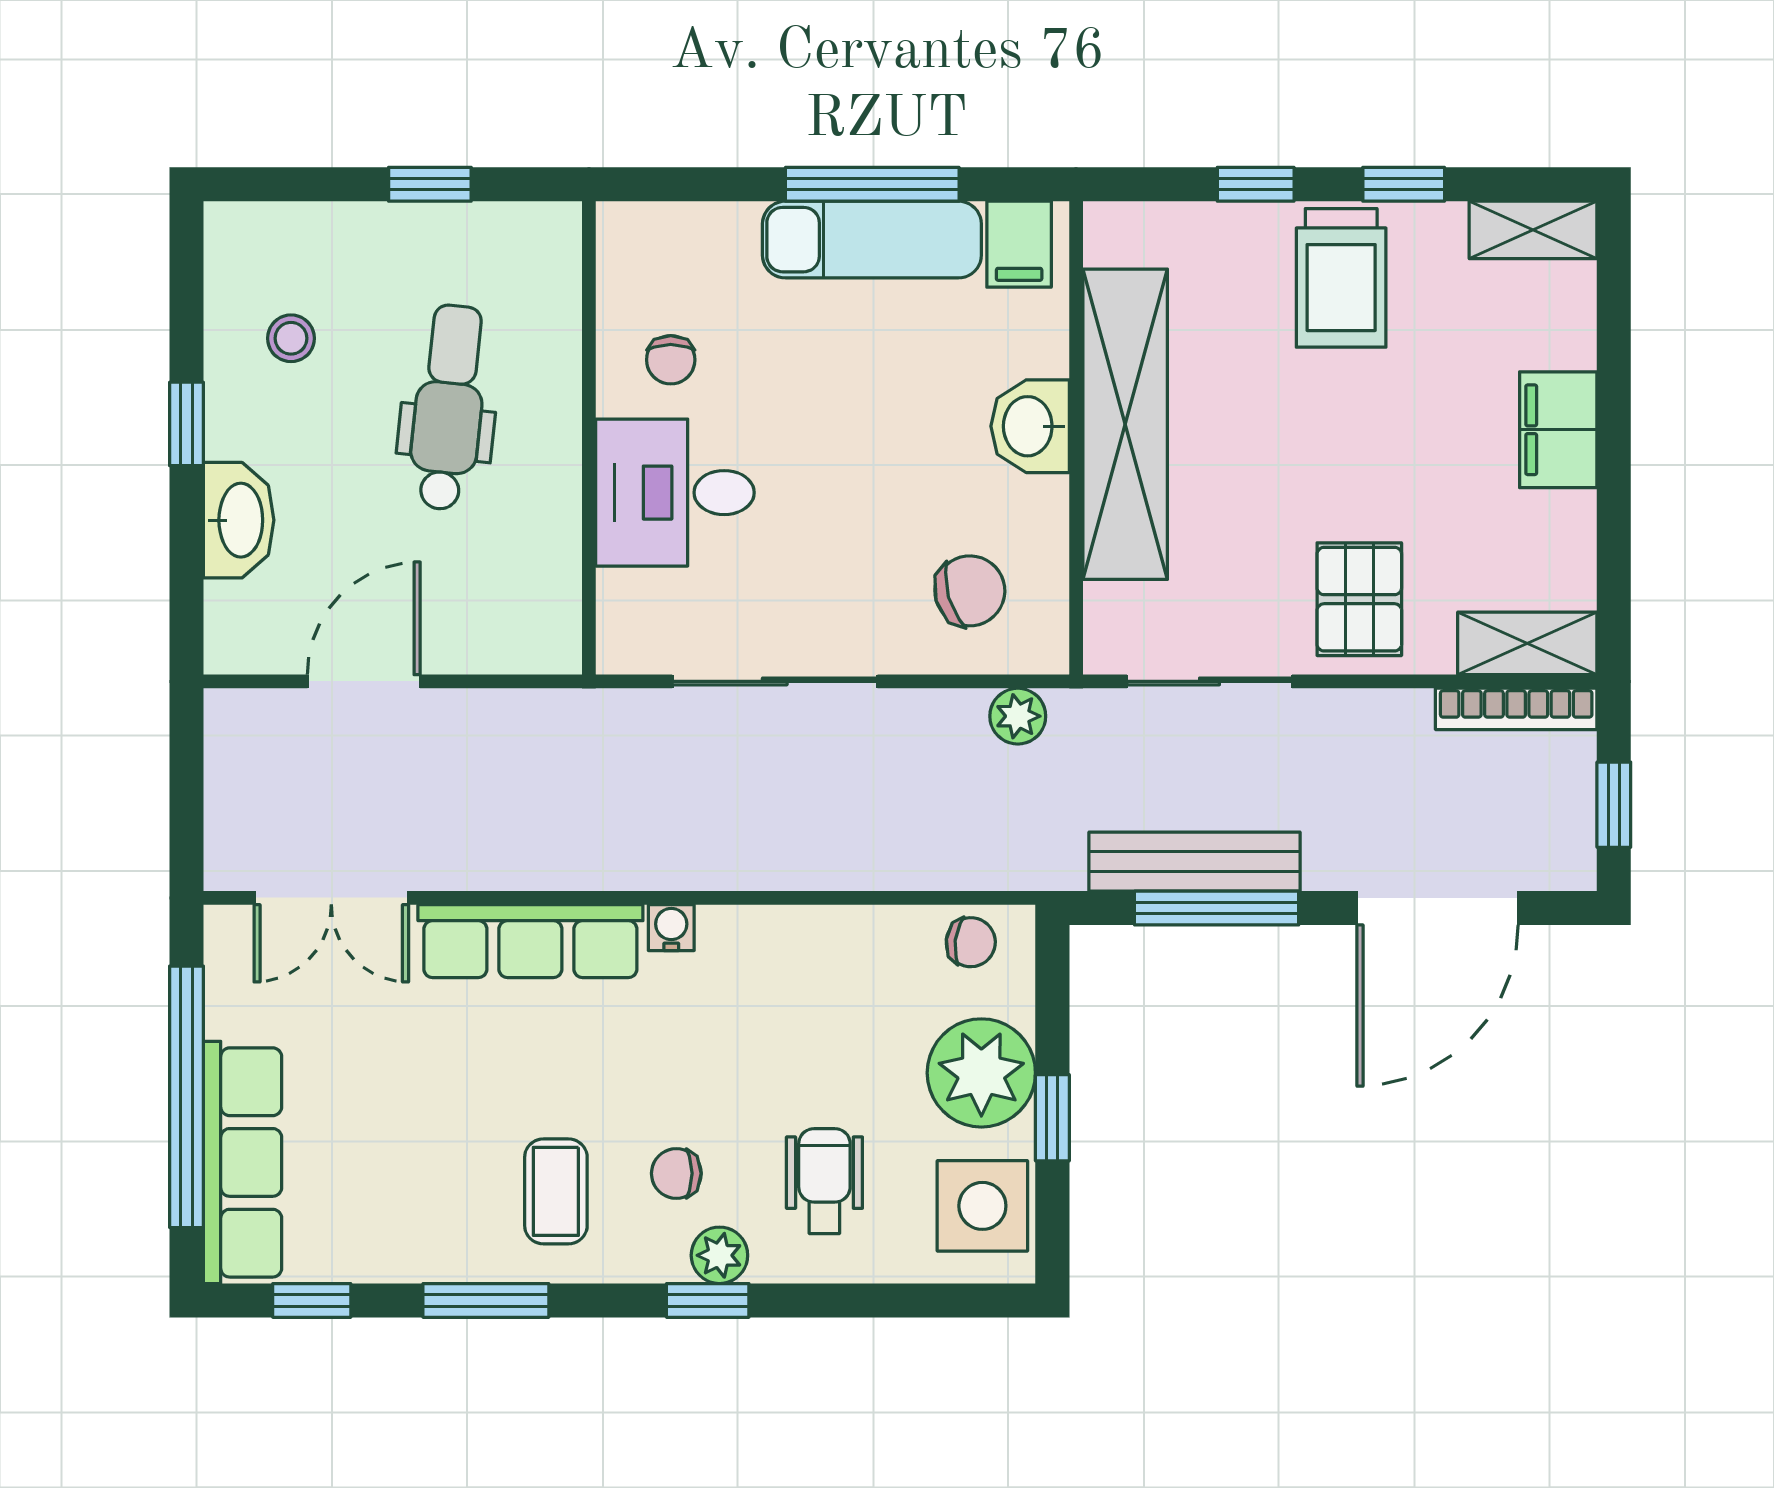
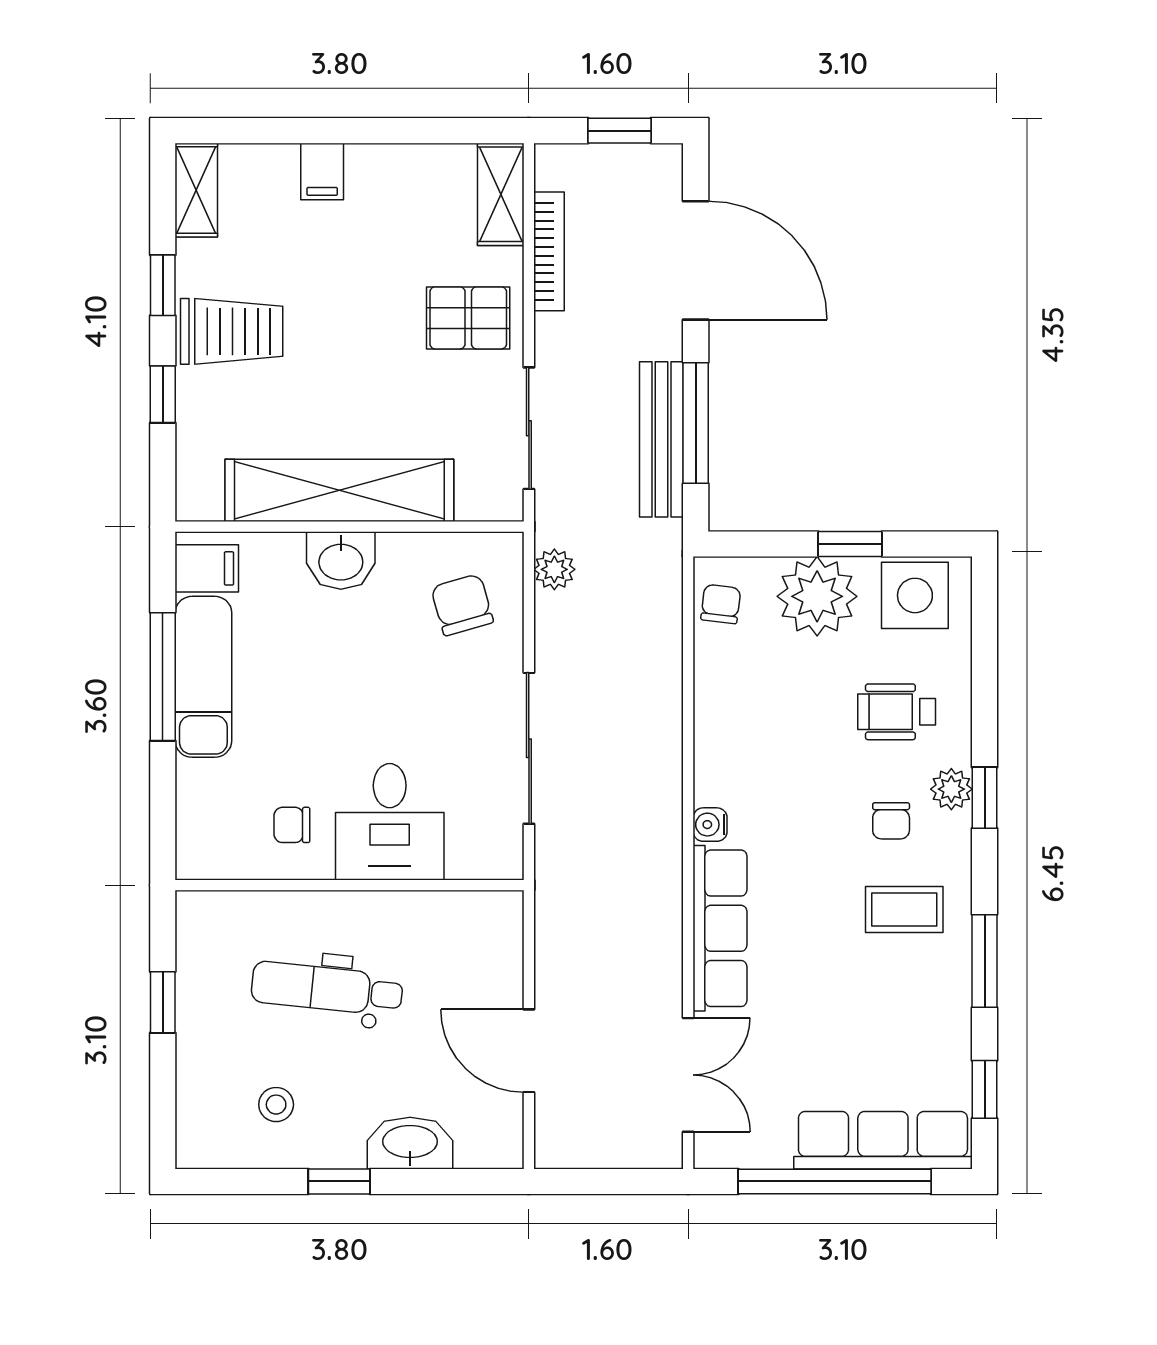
chair: (671, 360) -> (292, 825), turned 180
filing cabinet: (1558, 430) -> (322, 171), width x0.50
bookcase: (1516, 709) -> (549, 251), moved

